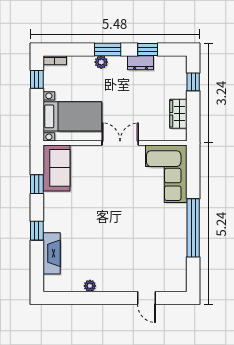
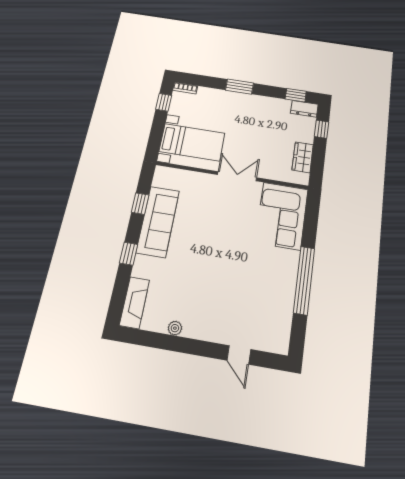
window: (148, 49) -> (296, 95), moved
plant: (101, 62) -> (231, 97), removed
dresser: (141, 63) -> (304, 109), moved
sofa: (56, 168) -> (158, 222), moved, width x1.36
fireplace: (52, 253) -> (135, 303), moved

